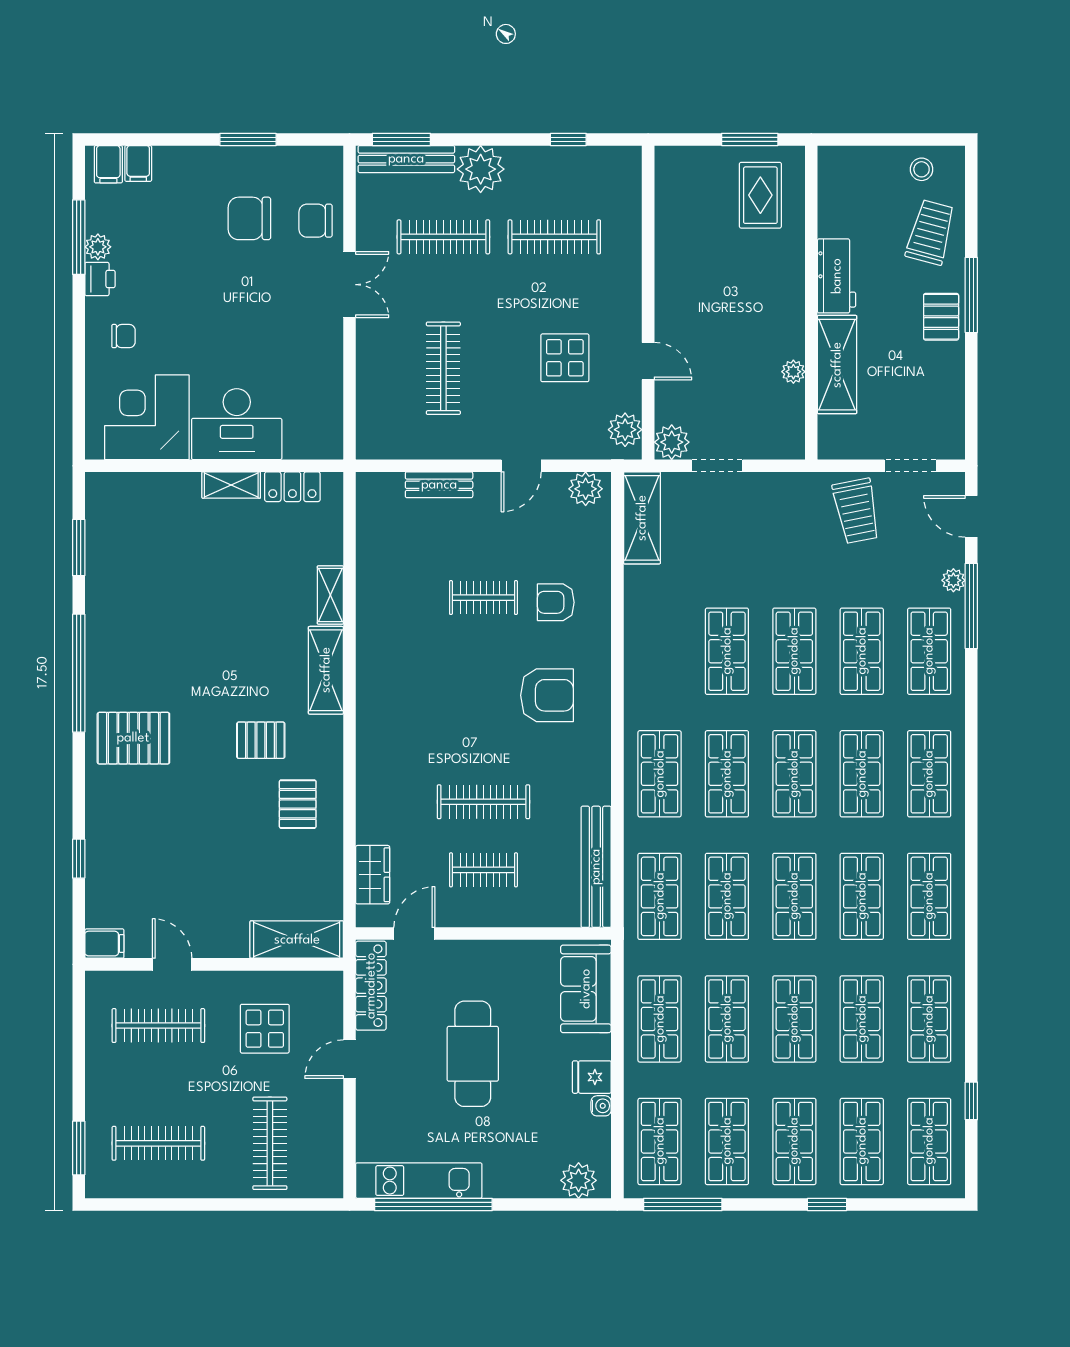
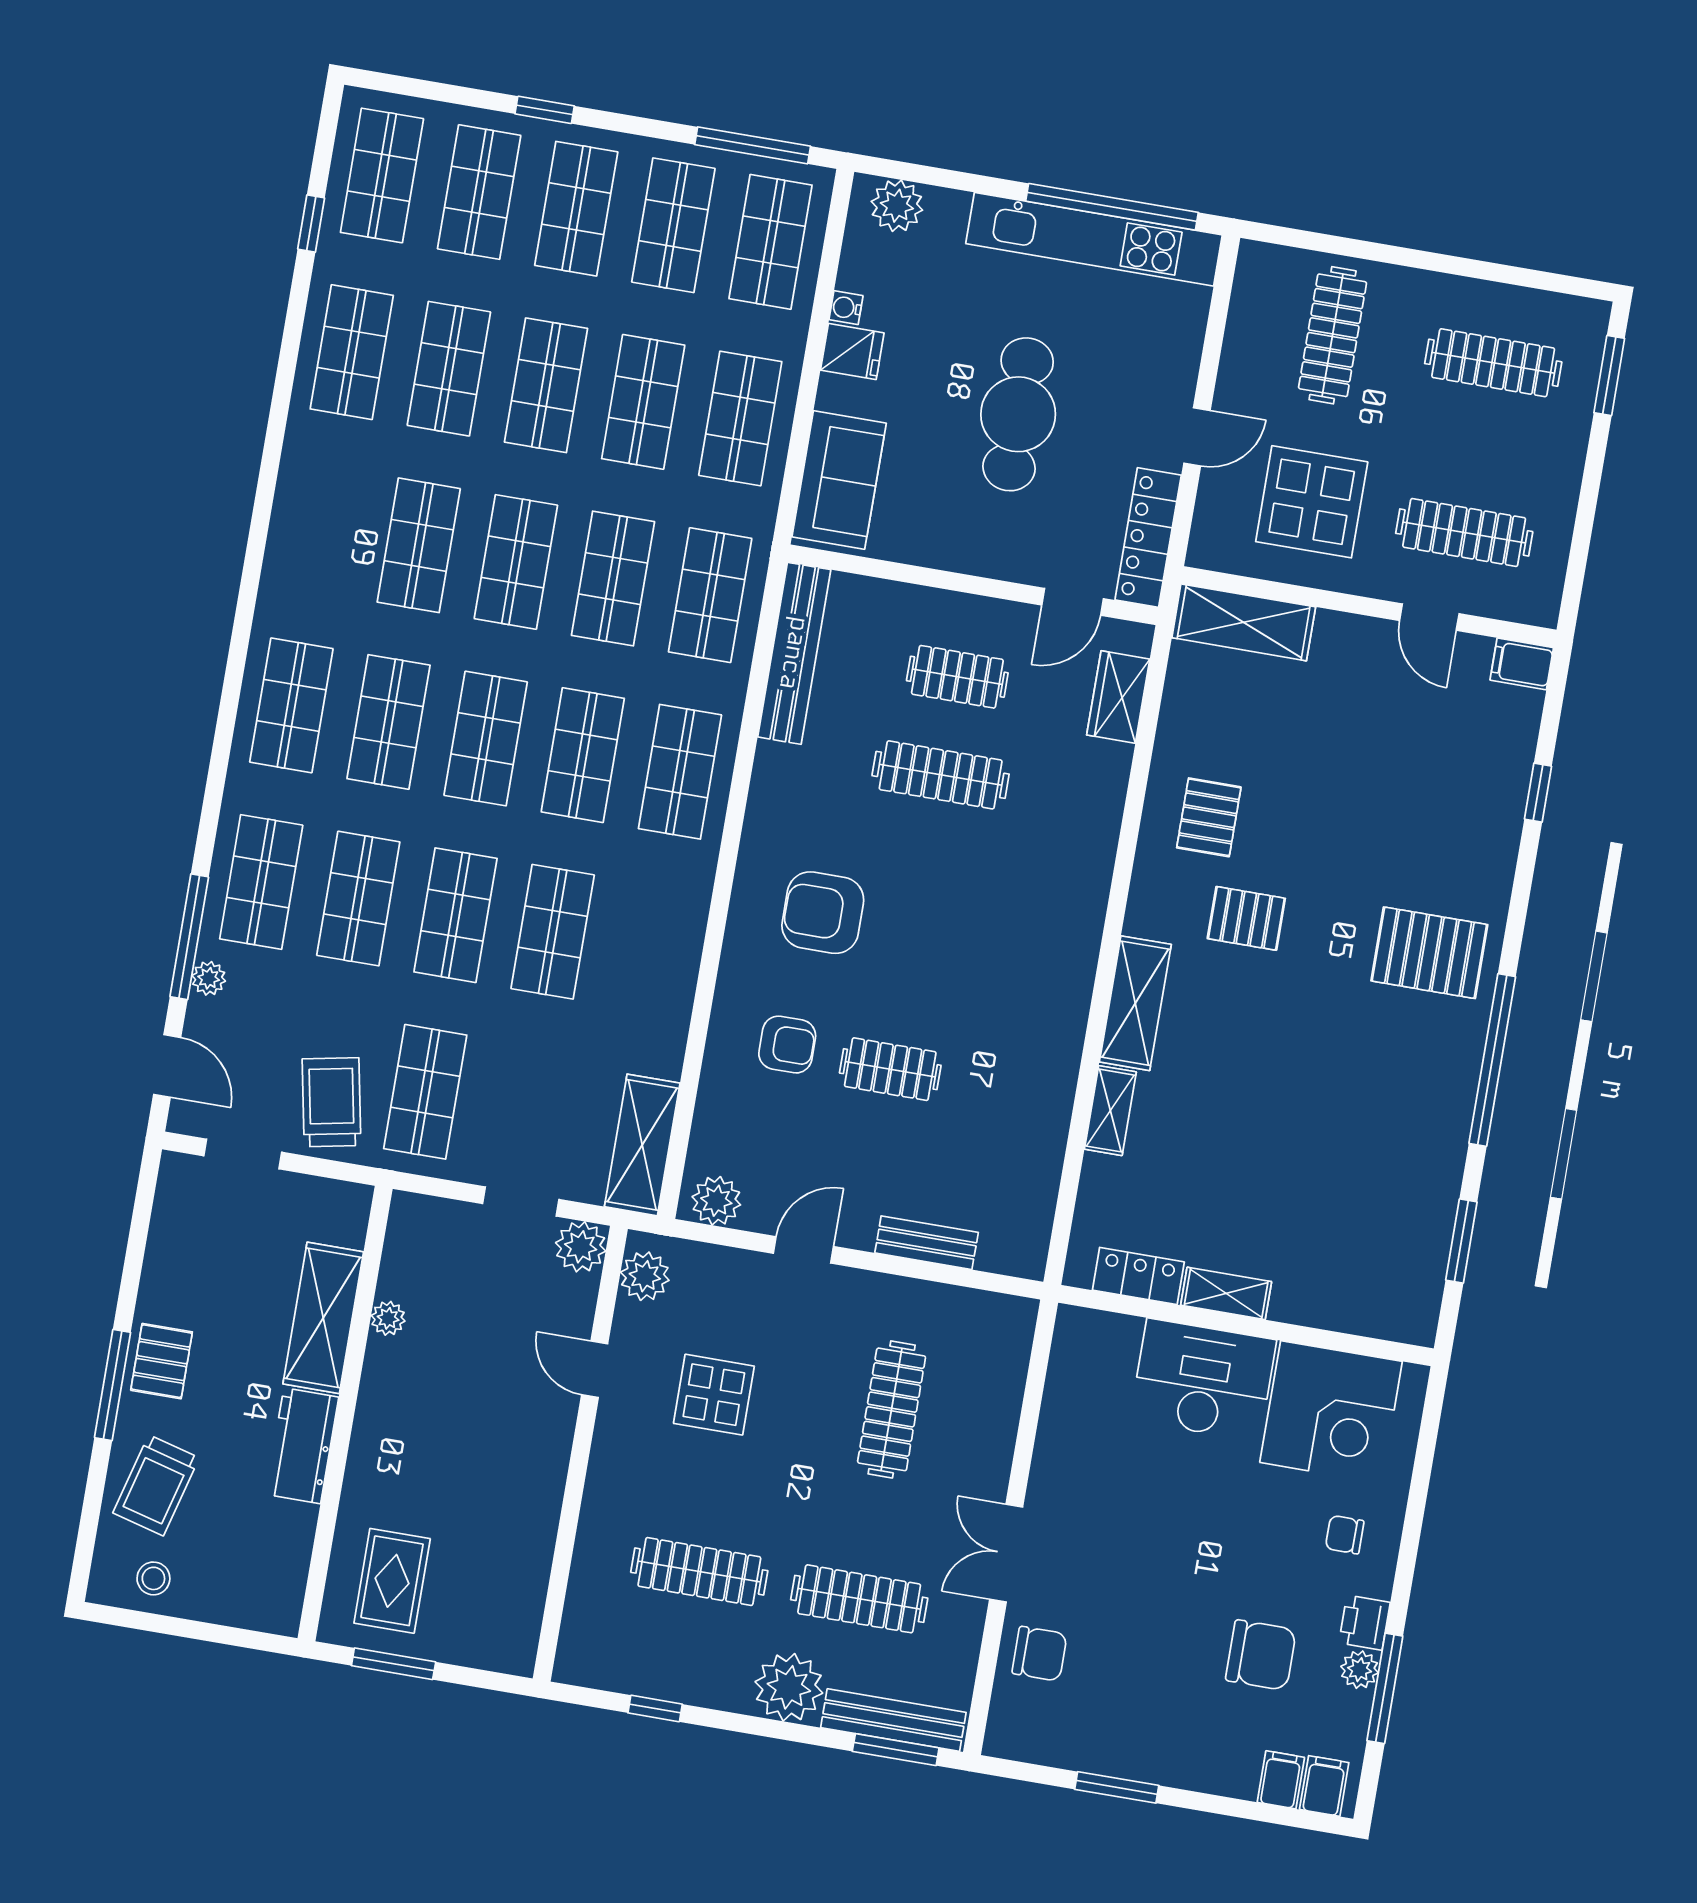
chair: (249, 218) -> (1261, 1655), moved
shop shelf: (929, 896) -> (425, 1092), moved
display table: (265, 1029) -> (1312, 502), width x1.36, depth x1.36
kitchen unit: (419, 1181) -> (1094, 239), width x1.36

